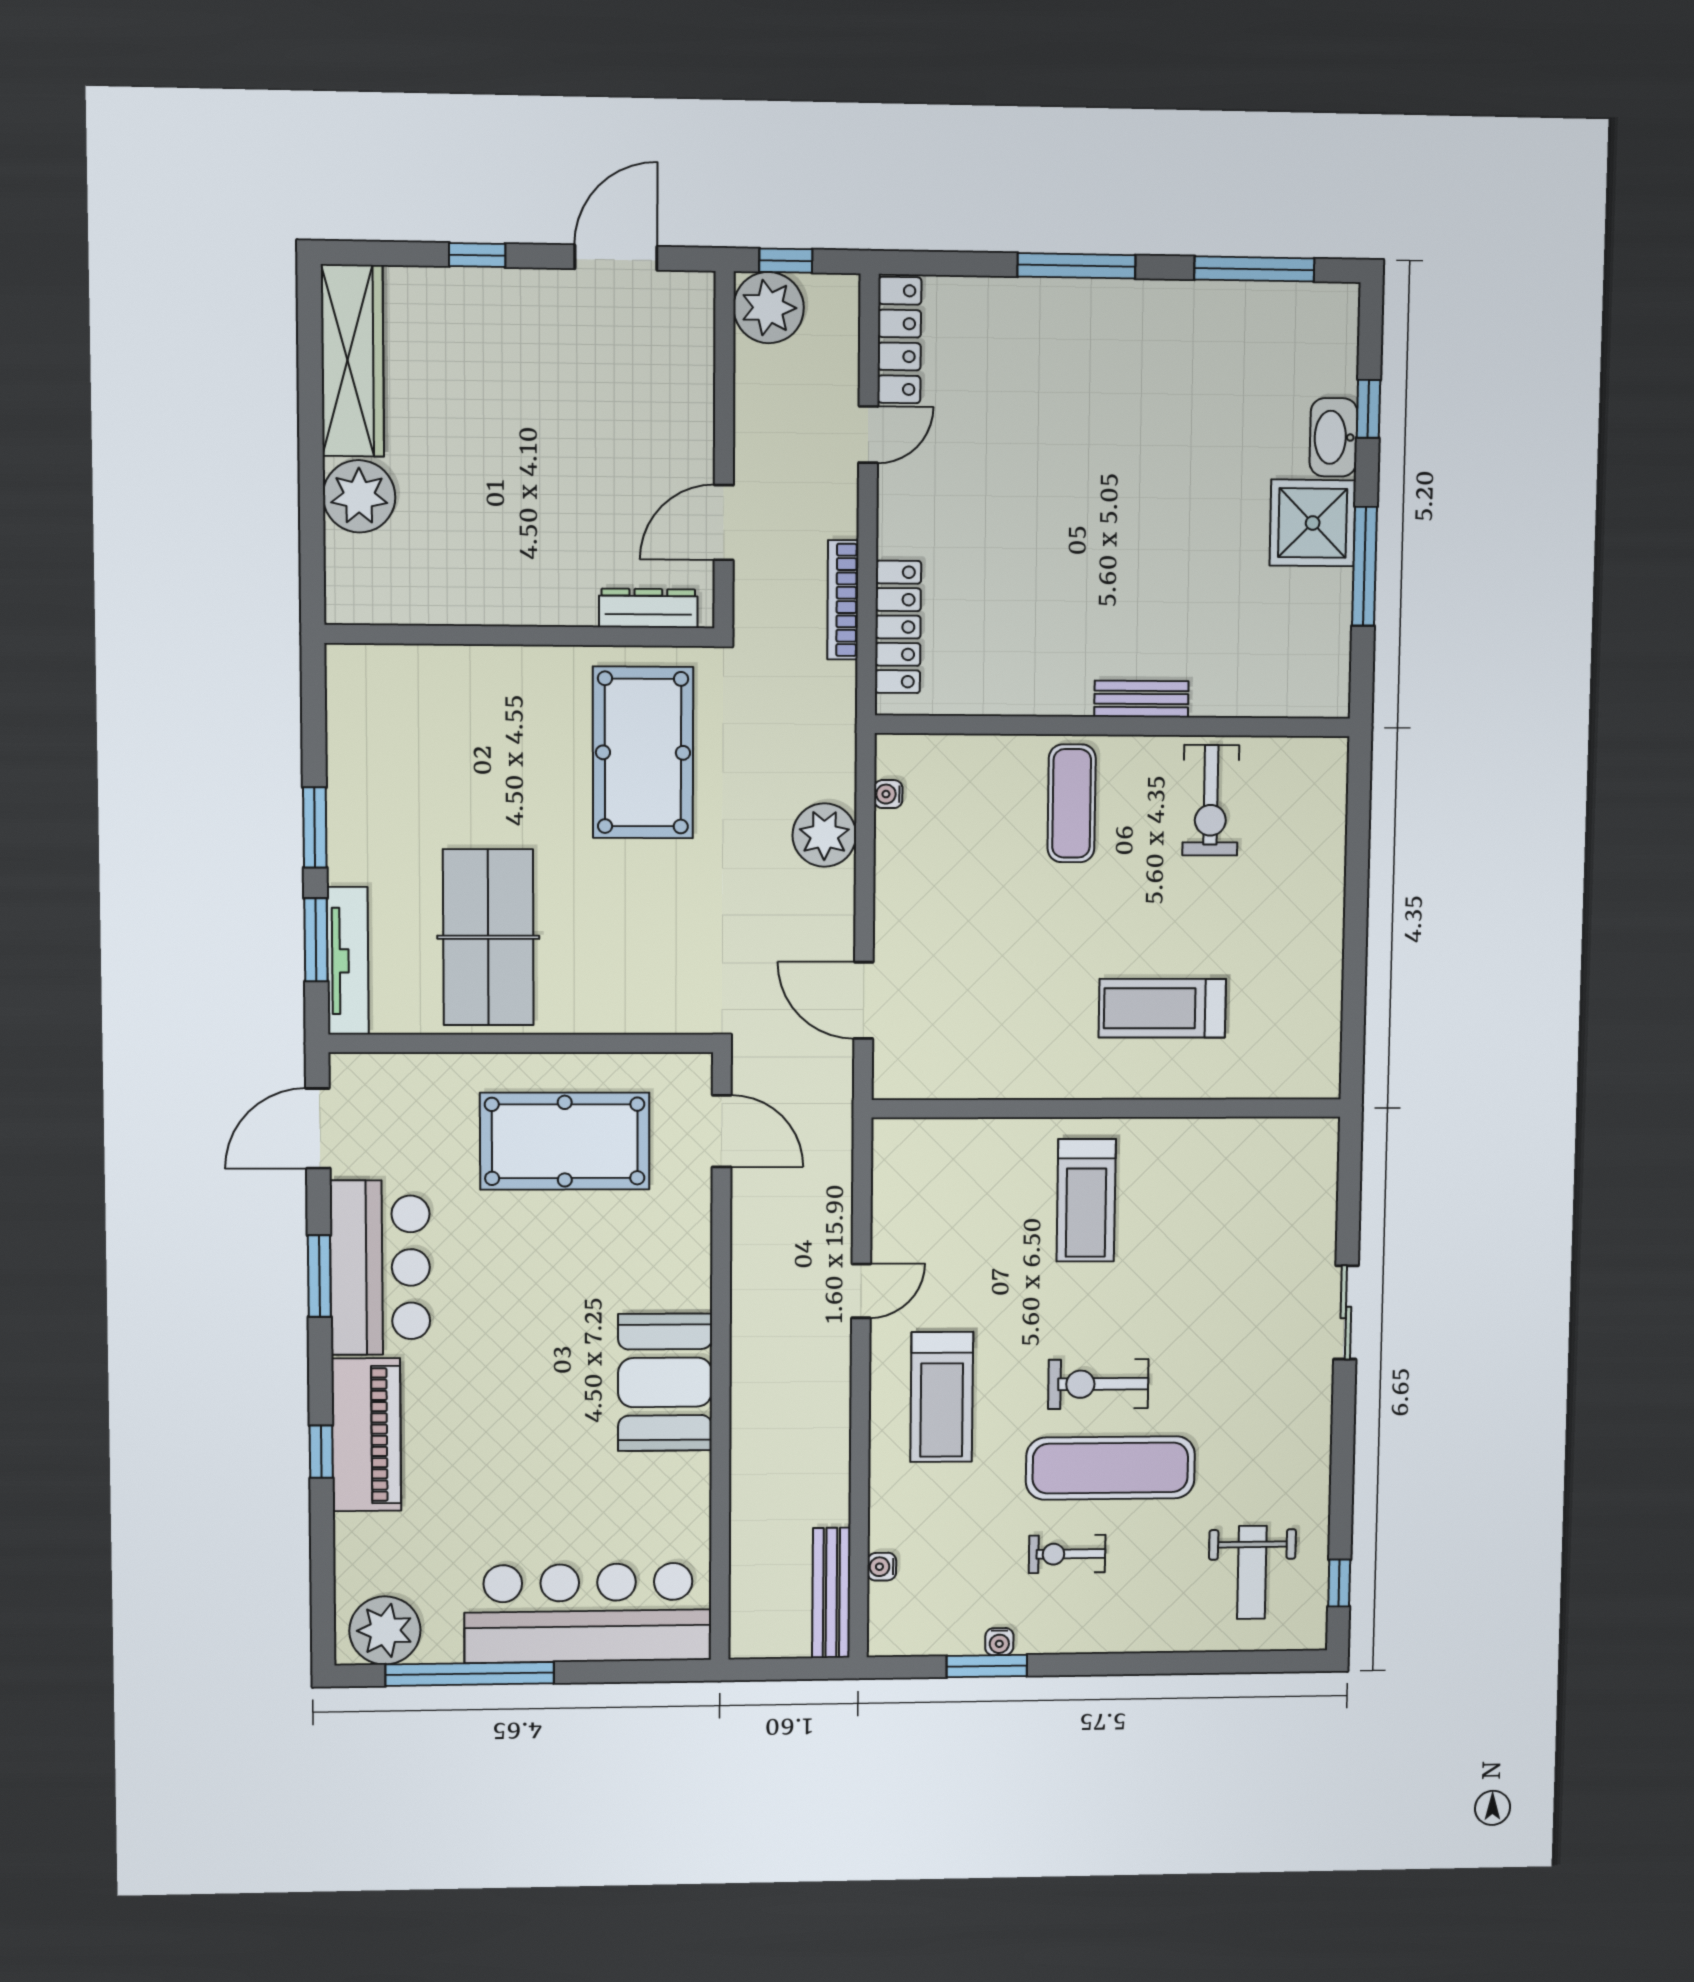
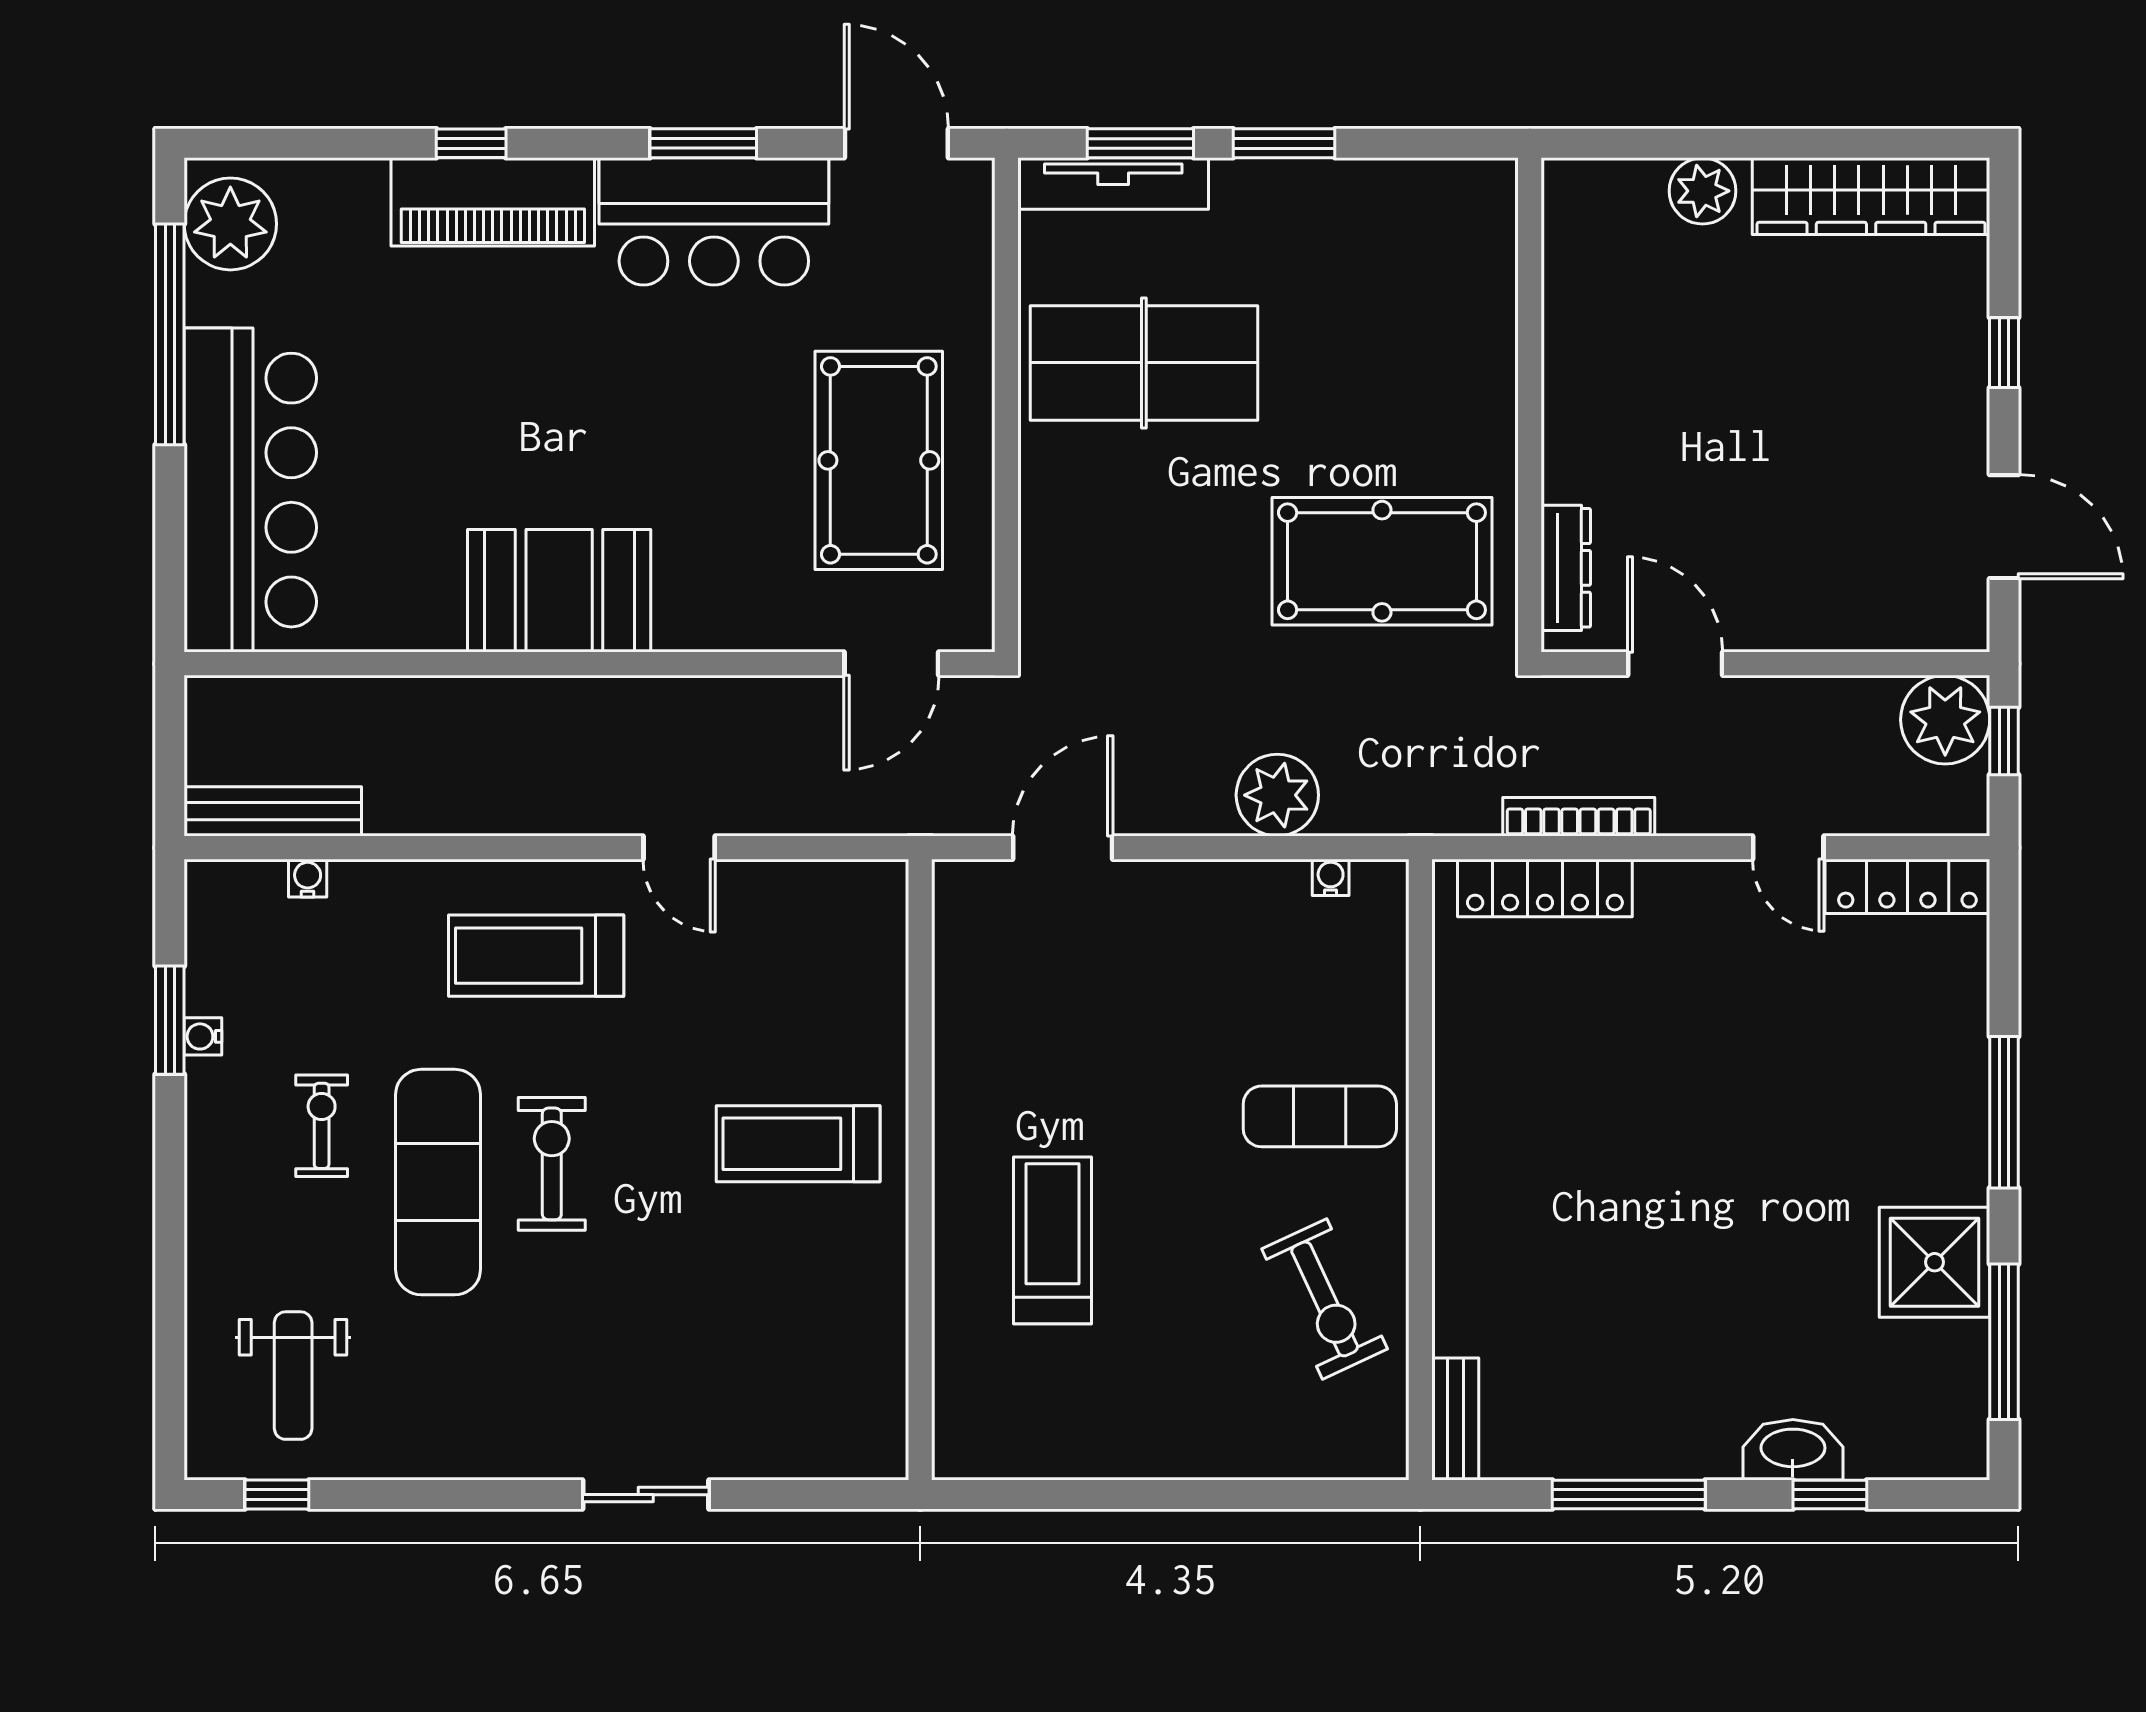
plant: (359, 496) -> (1703, 191), width x0.73, depth x0.73
shower: (1313, 523) -> (1935, 1262), moved
bench: (1141, 699) -> (1455, 1419), moved
exercise bike: (1211, 800) -> (1325, 1299), turned -115
weight bench: (1252, 1572) -> (293, 1376), turned -90

